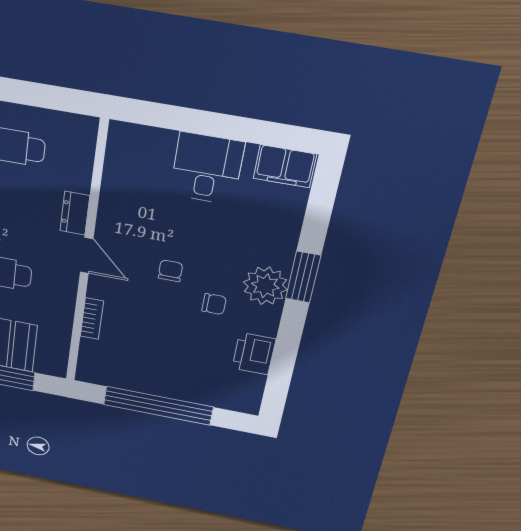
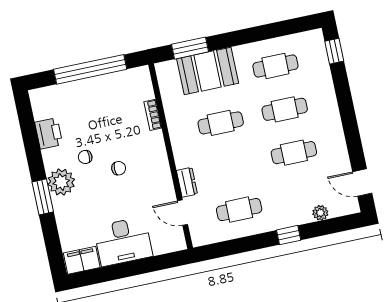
desk: (207, 169) -> (123, 241), width x1.37
door: (87, 255) -> (183, 213), moved
chair: (170, 271) -> (119, 168), turned -90

